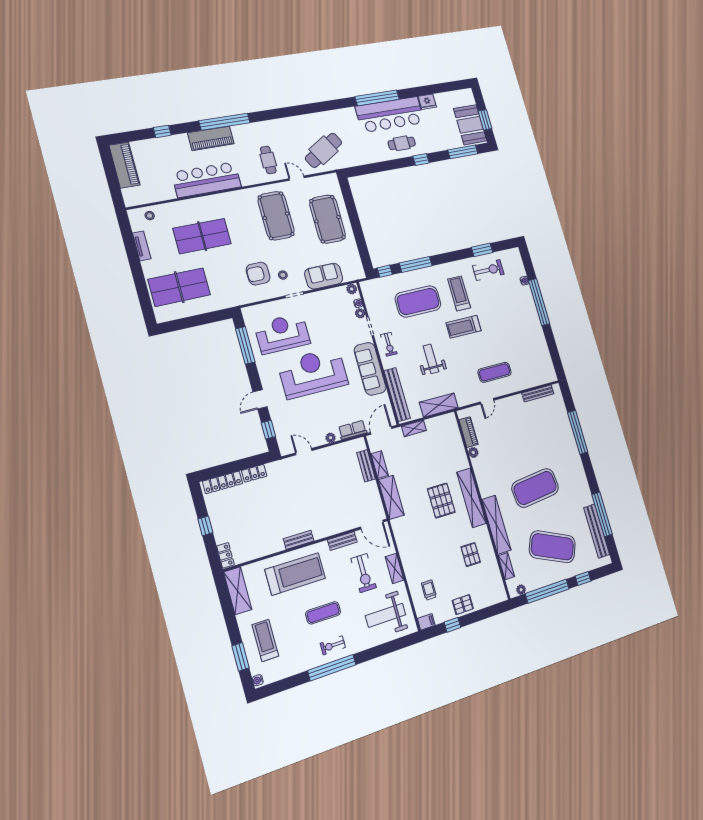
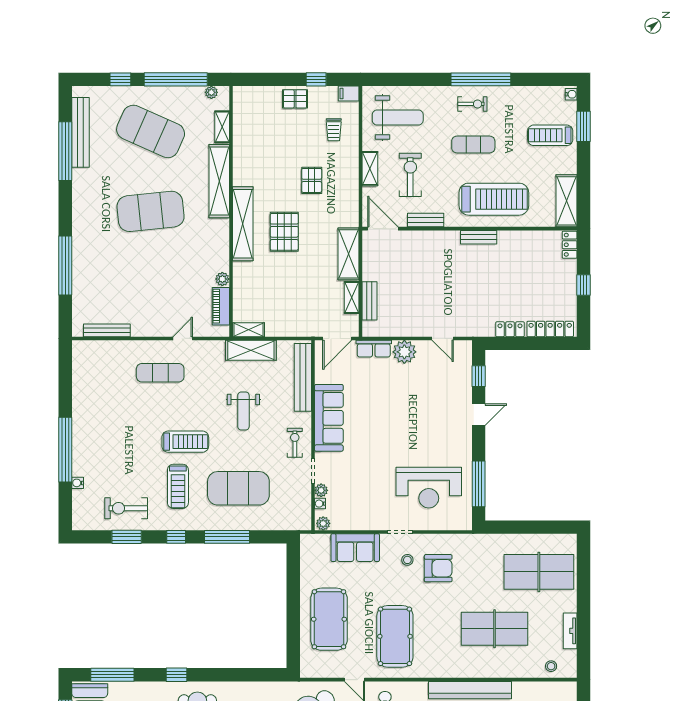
window: (385, 271) -> (176, 537), moved
reception desk: (313, 373) -> (404, 430), removed
shelving: (414, 428) -> (248, 330), moved
plant: (331, 438) -> (404, 352), width x1.88, depth x1.88
pallet: (471, 555) -> (312, 180), moved
treadmill: (295, 574) -> (494, 199), turned 180
treadmill: (265, 640) -> (550, 135), turned 90

